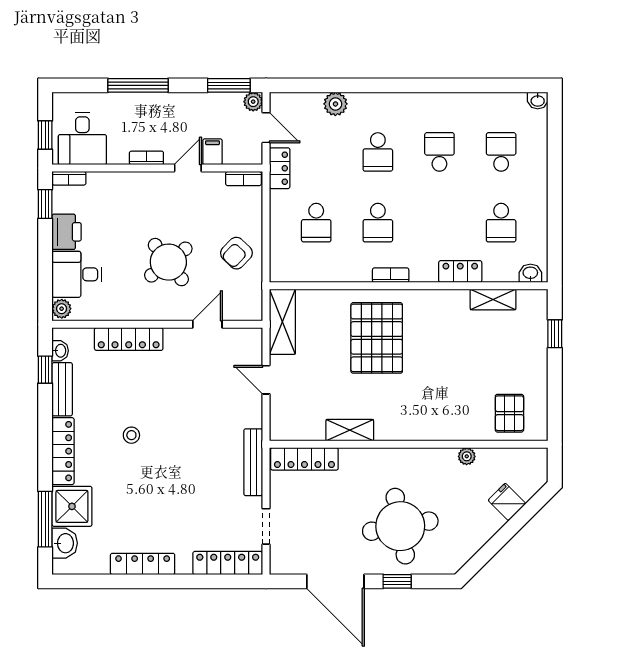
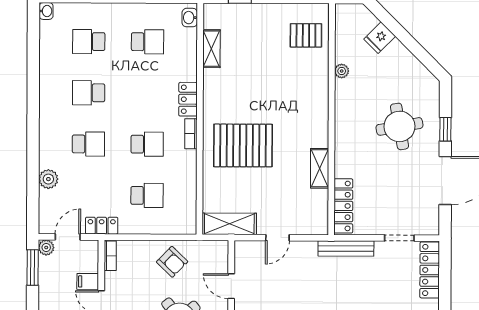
locker: (460, 272) -> (188, 99), moved
round table: (400, 526) -> (400, 126), width x0.73, depth x0.73

